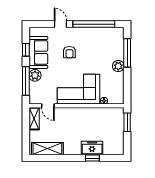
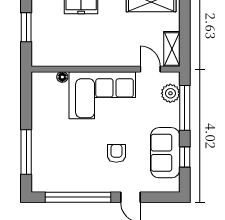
plant: (118, 66) -> (40, 132), removed
plant: (35, 75) -> (170, 93), moved
window: (127, 122) -> (26, 27), moved

